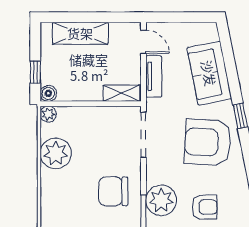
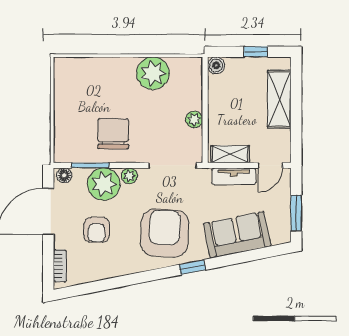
window: (189, 17) -> (296, 213), added
window: (35, 72) -> (256, 52), moved
shelving: (121, 93) -> (230, 154), moved, turned 90
plant: (48, 114) -> (194, 119), moved
plant: (153, 176) -> (129, 176), added

